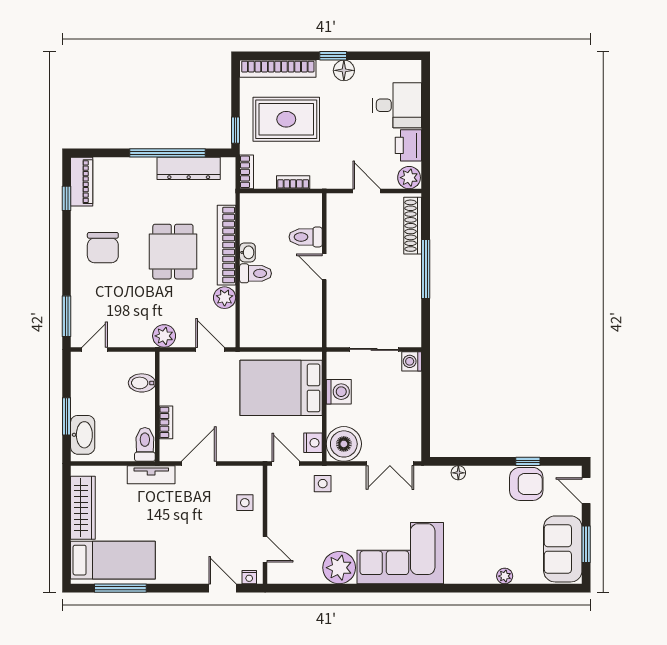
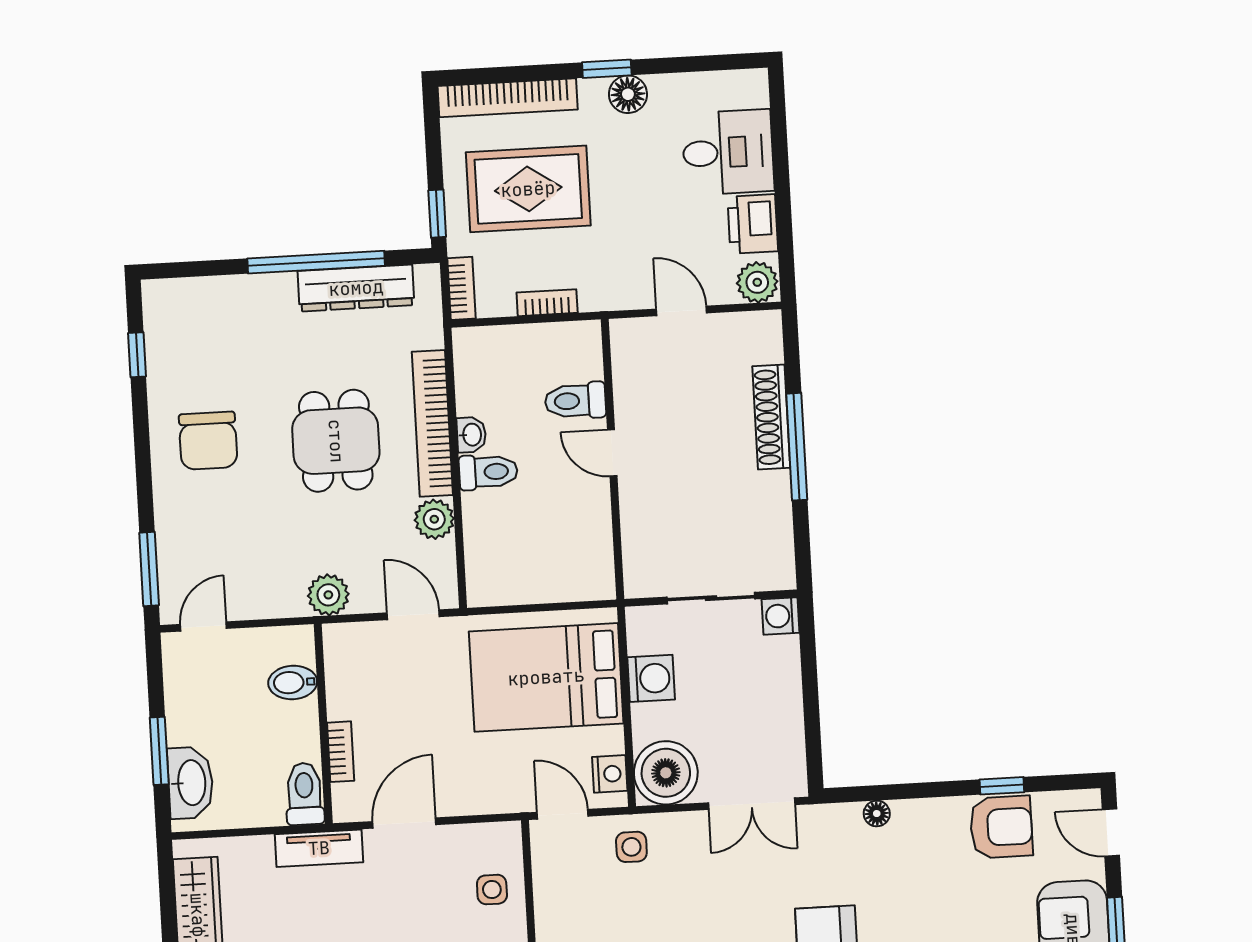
piano: (82, 182) -> (163, 323), removed
shoe rack: (413, 226) -> (771, 417), moved

